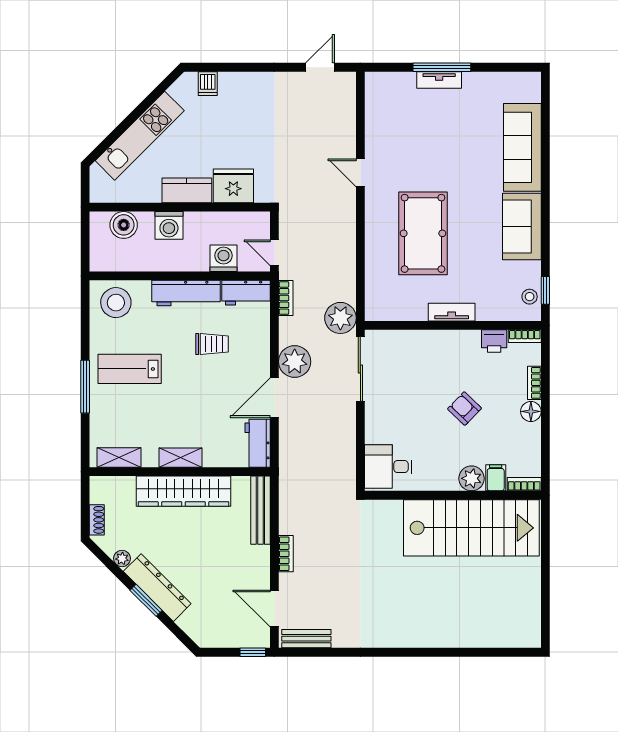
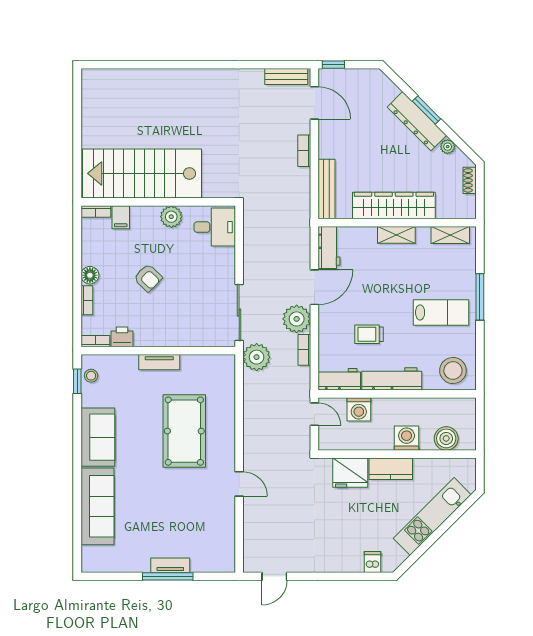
bookcase: (286, 298) -> (304, 350), moved
plant: (472, 478) -> (171, 217), moved

